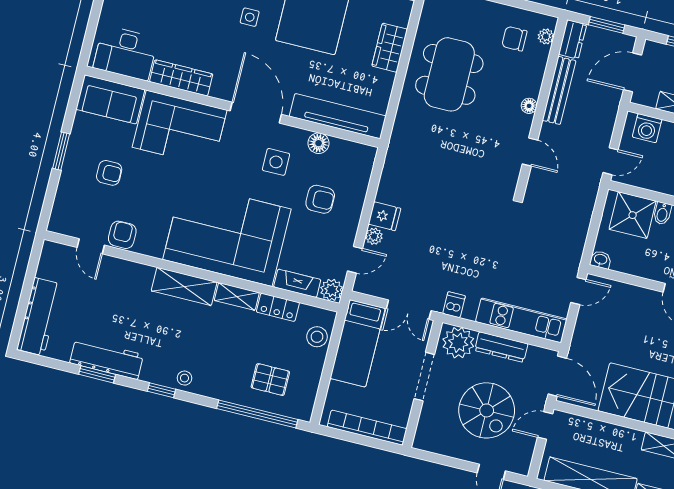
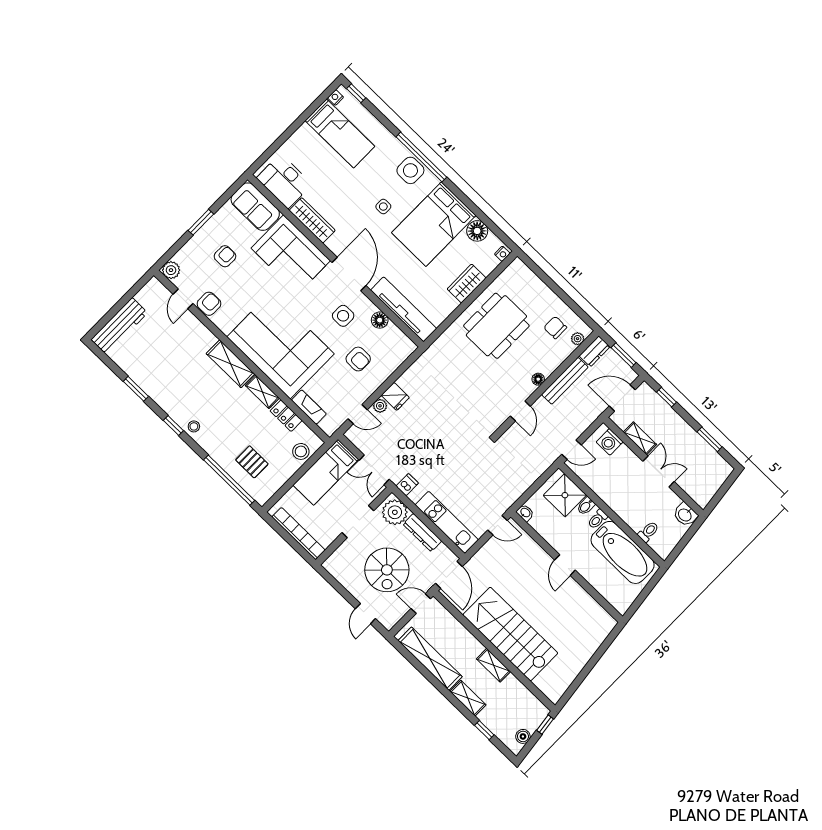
armchair: (109, 173) -> (225, 256), turned -90
plant: (332, 290) -> (171, 270), moved
workbench: (107, 359) -> (149, 382), removed

